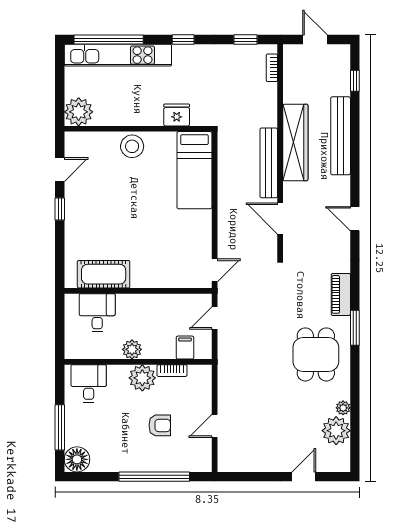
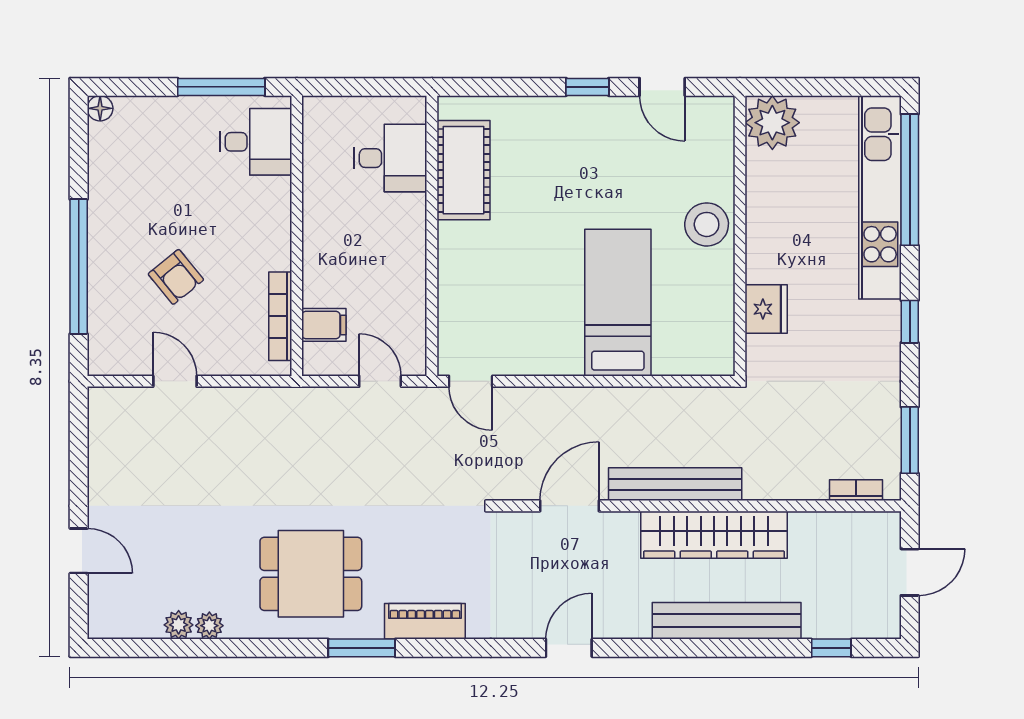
window: (246, 40) -> (910, 440), width x1.50
bed: (194, 170) -> (618, 303), moved, turned 90
plant: (132, 349) -> (320, 224), removed
bookcase: (172, 371) -> (280, 316), width x1.56
plant: (142, 378) -> (266, 244), removed
armchair: (160, 425) -> (176, 277), turned -39
window: (60, 427) -> (221, 87), moved
plant: (336, 431) -> (179, 625), width x0.53, depth x0.53
floor lamp: (77, 459) -> (100, 108), width x0.53, depth x0.53

